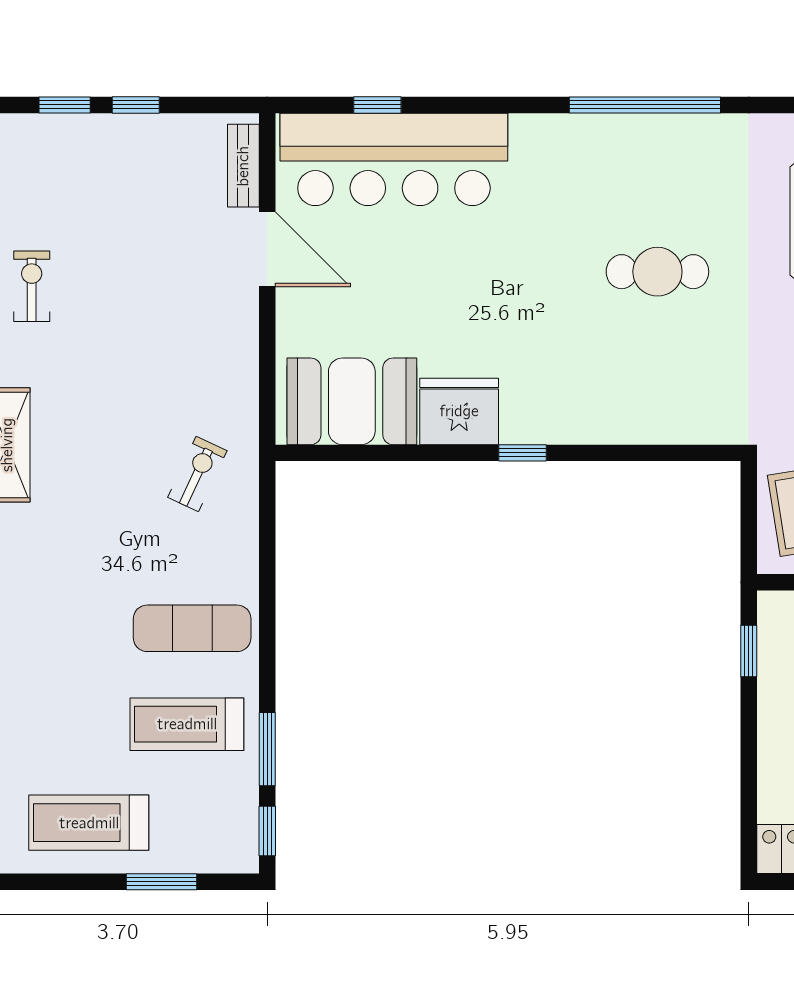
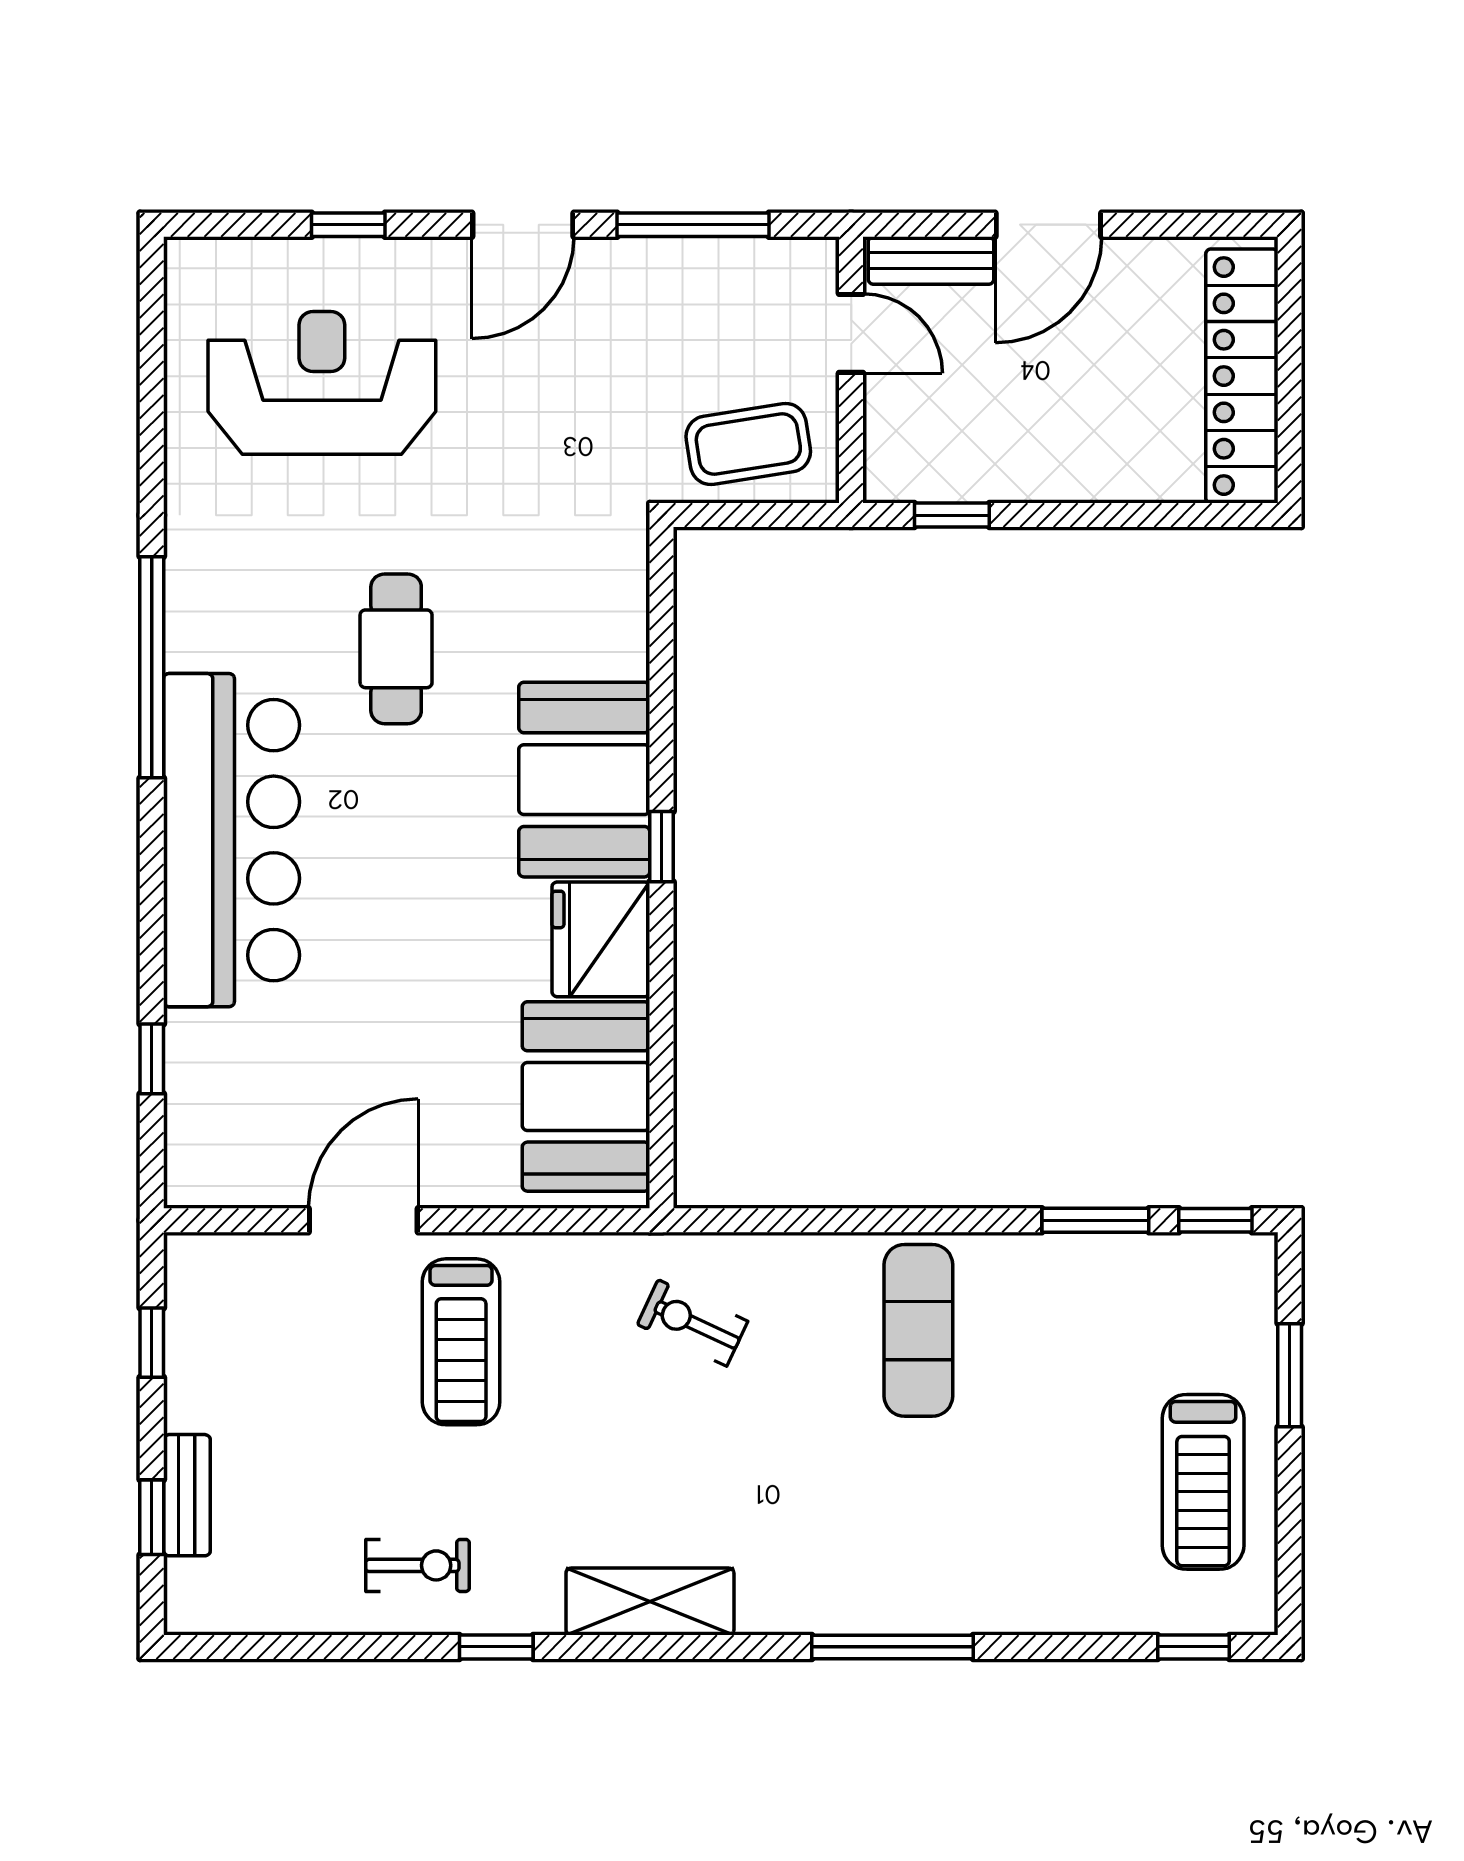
window: (136, 105) -> (152, 1343), moved
bar counter: (394, 159) -> (232, 840), moved
bench: (243, 166) -> (187, 1495), moved, turned 90
exercise bike: (32, 286) -> (418, 1565), turned 180
booth: (568, 400) -> (584, 780), added
treadmill: (187, 724) -> (461, 1342), moved

